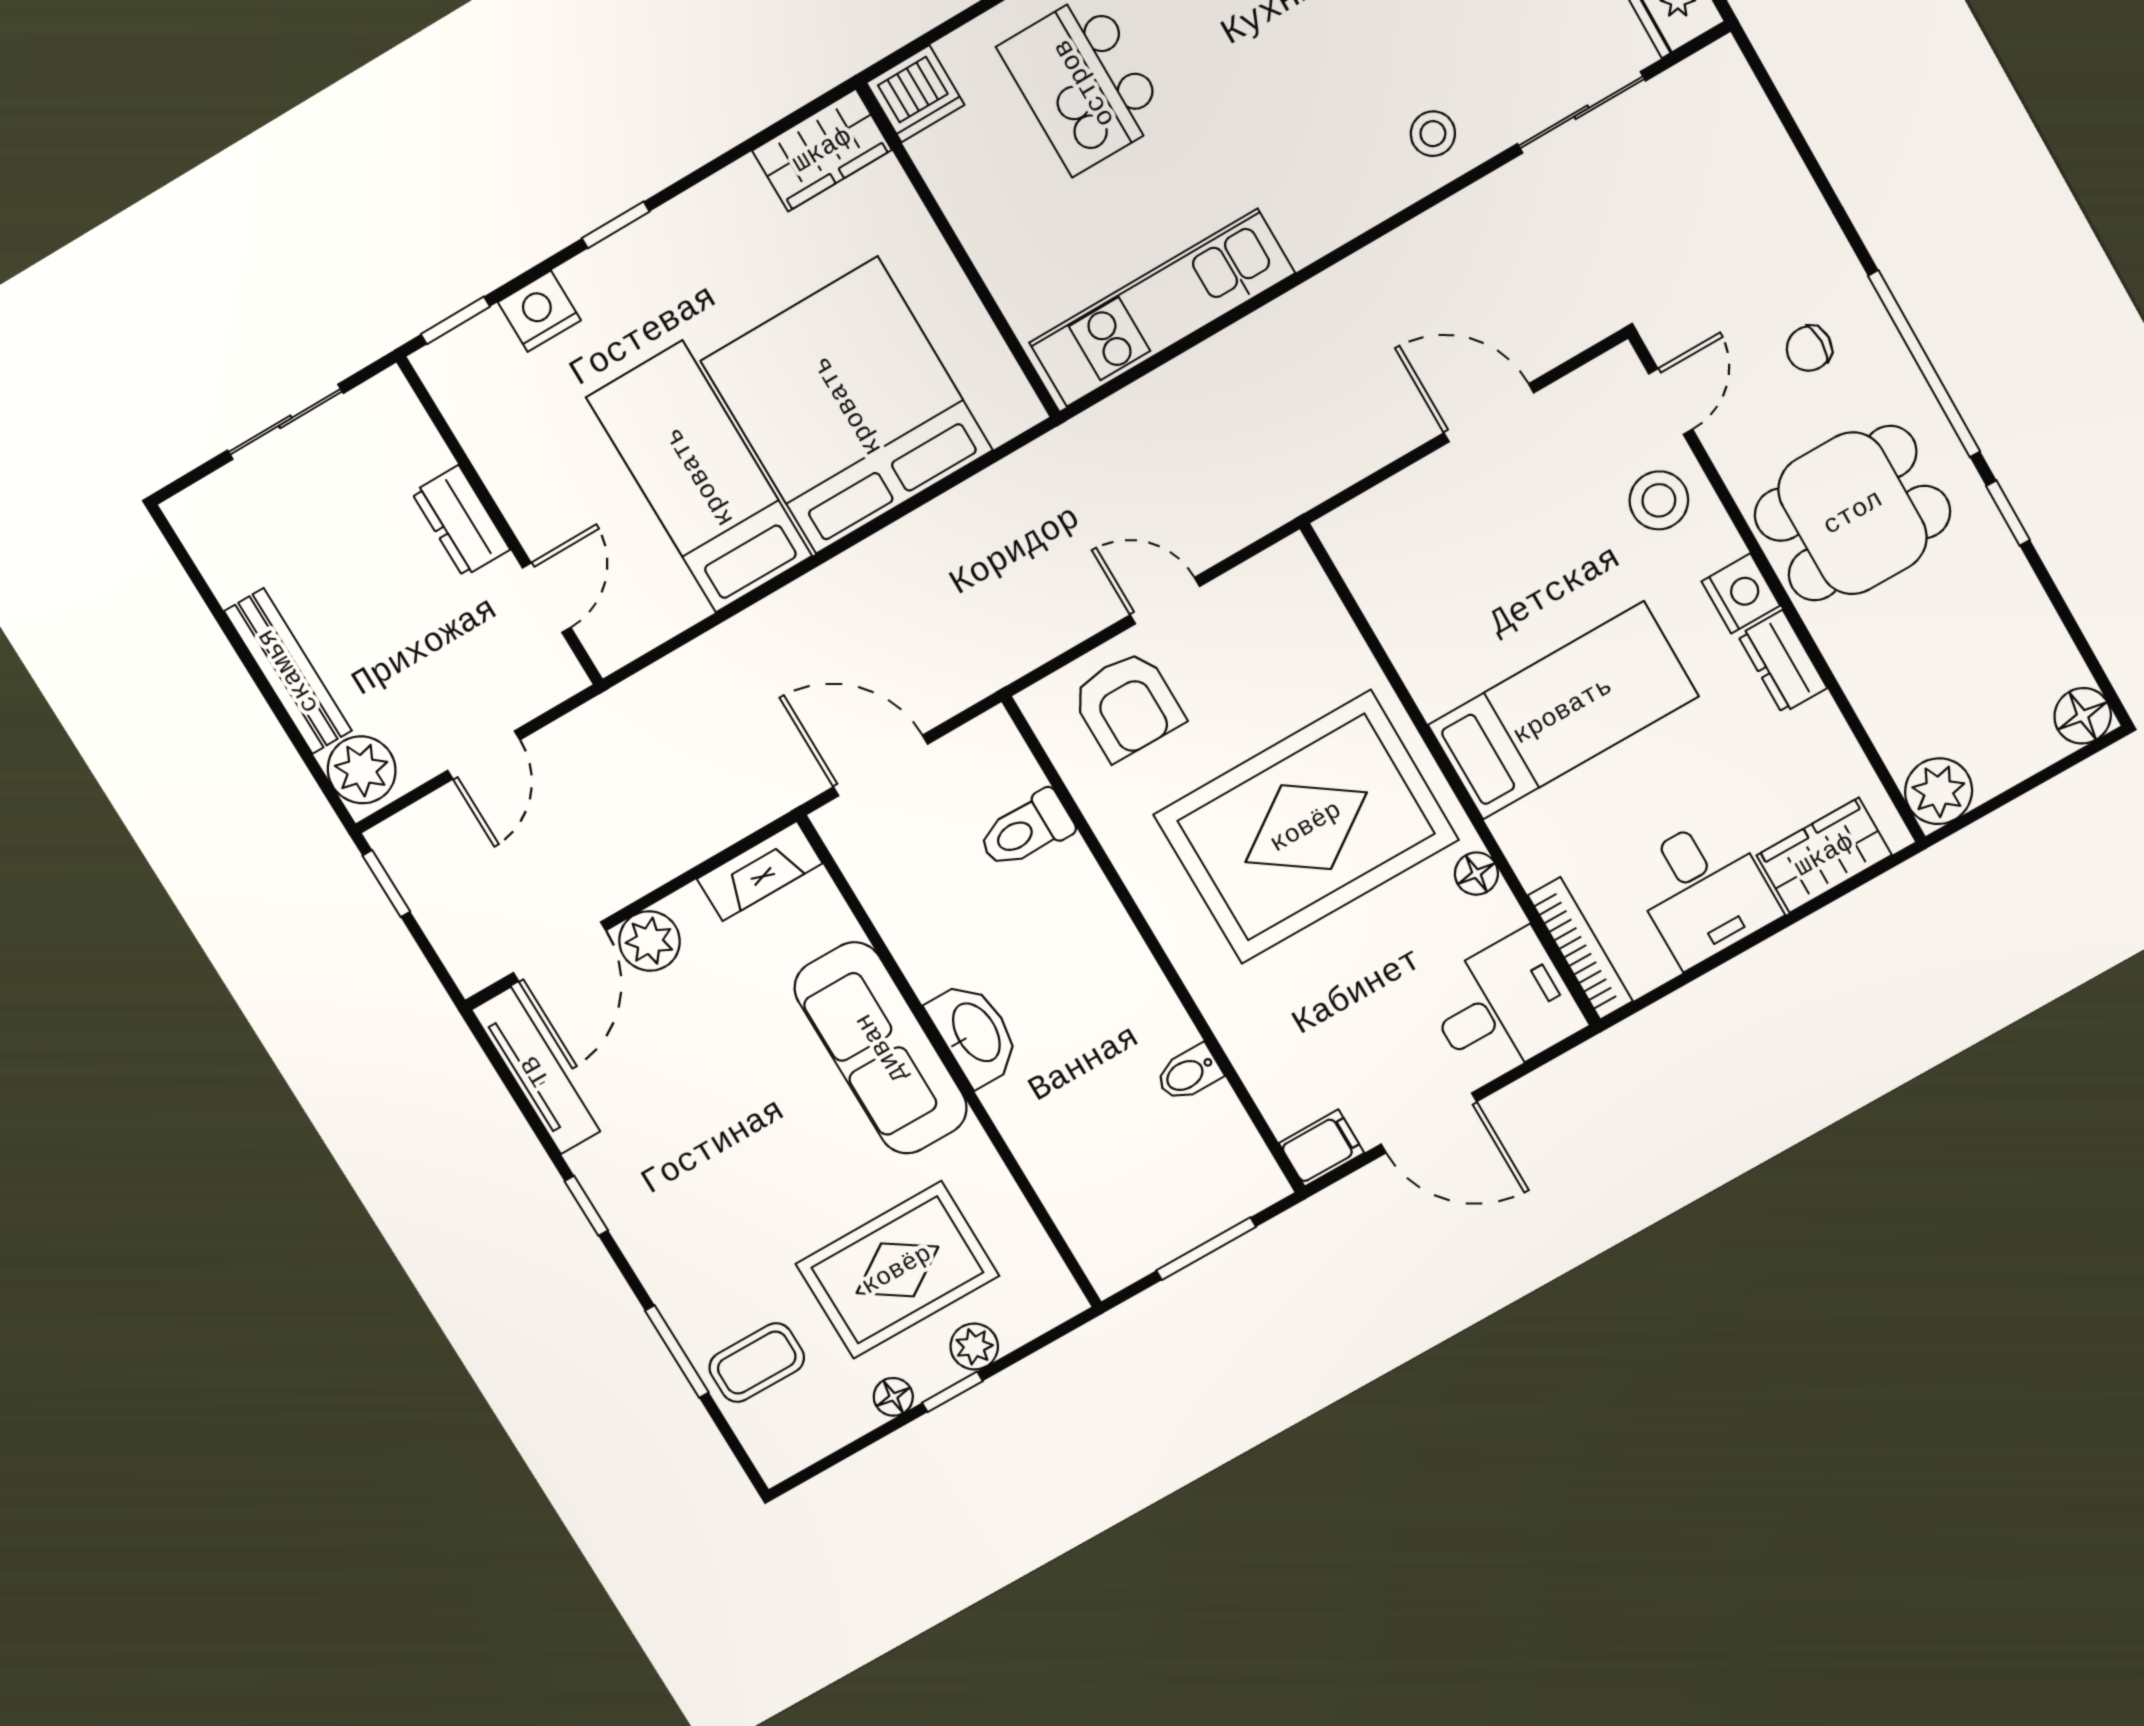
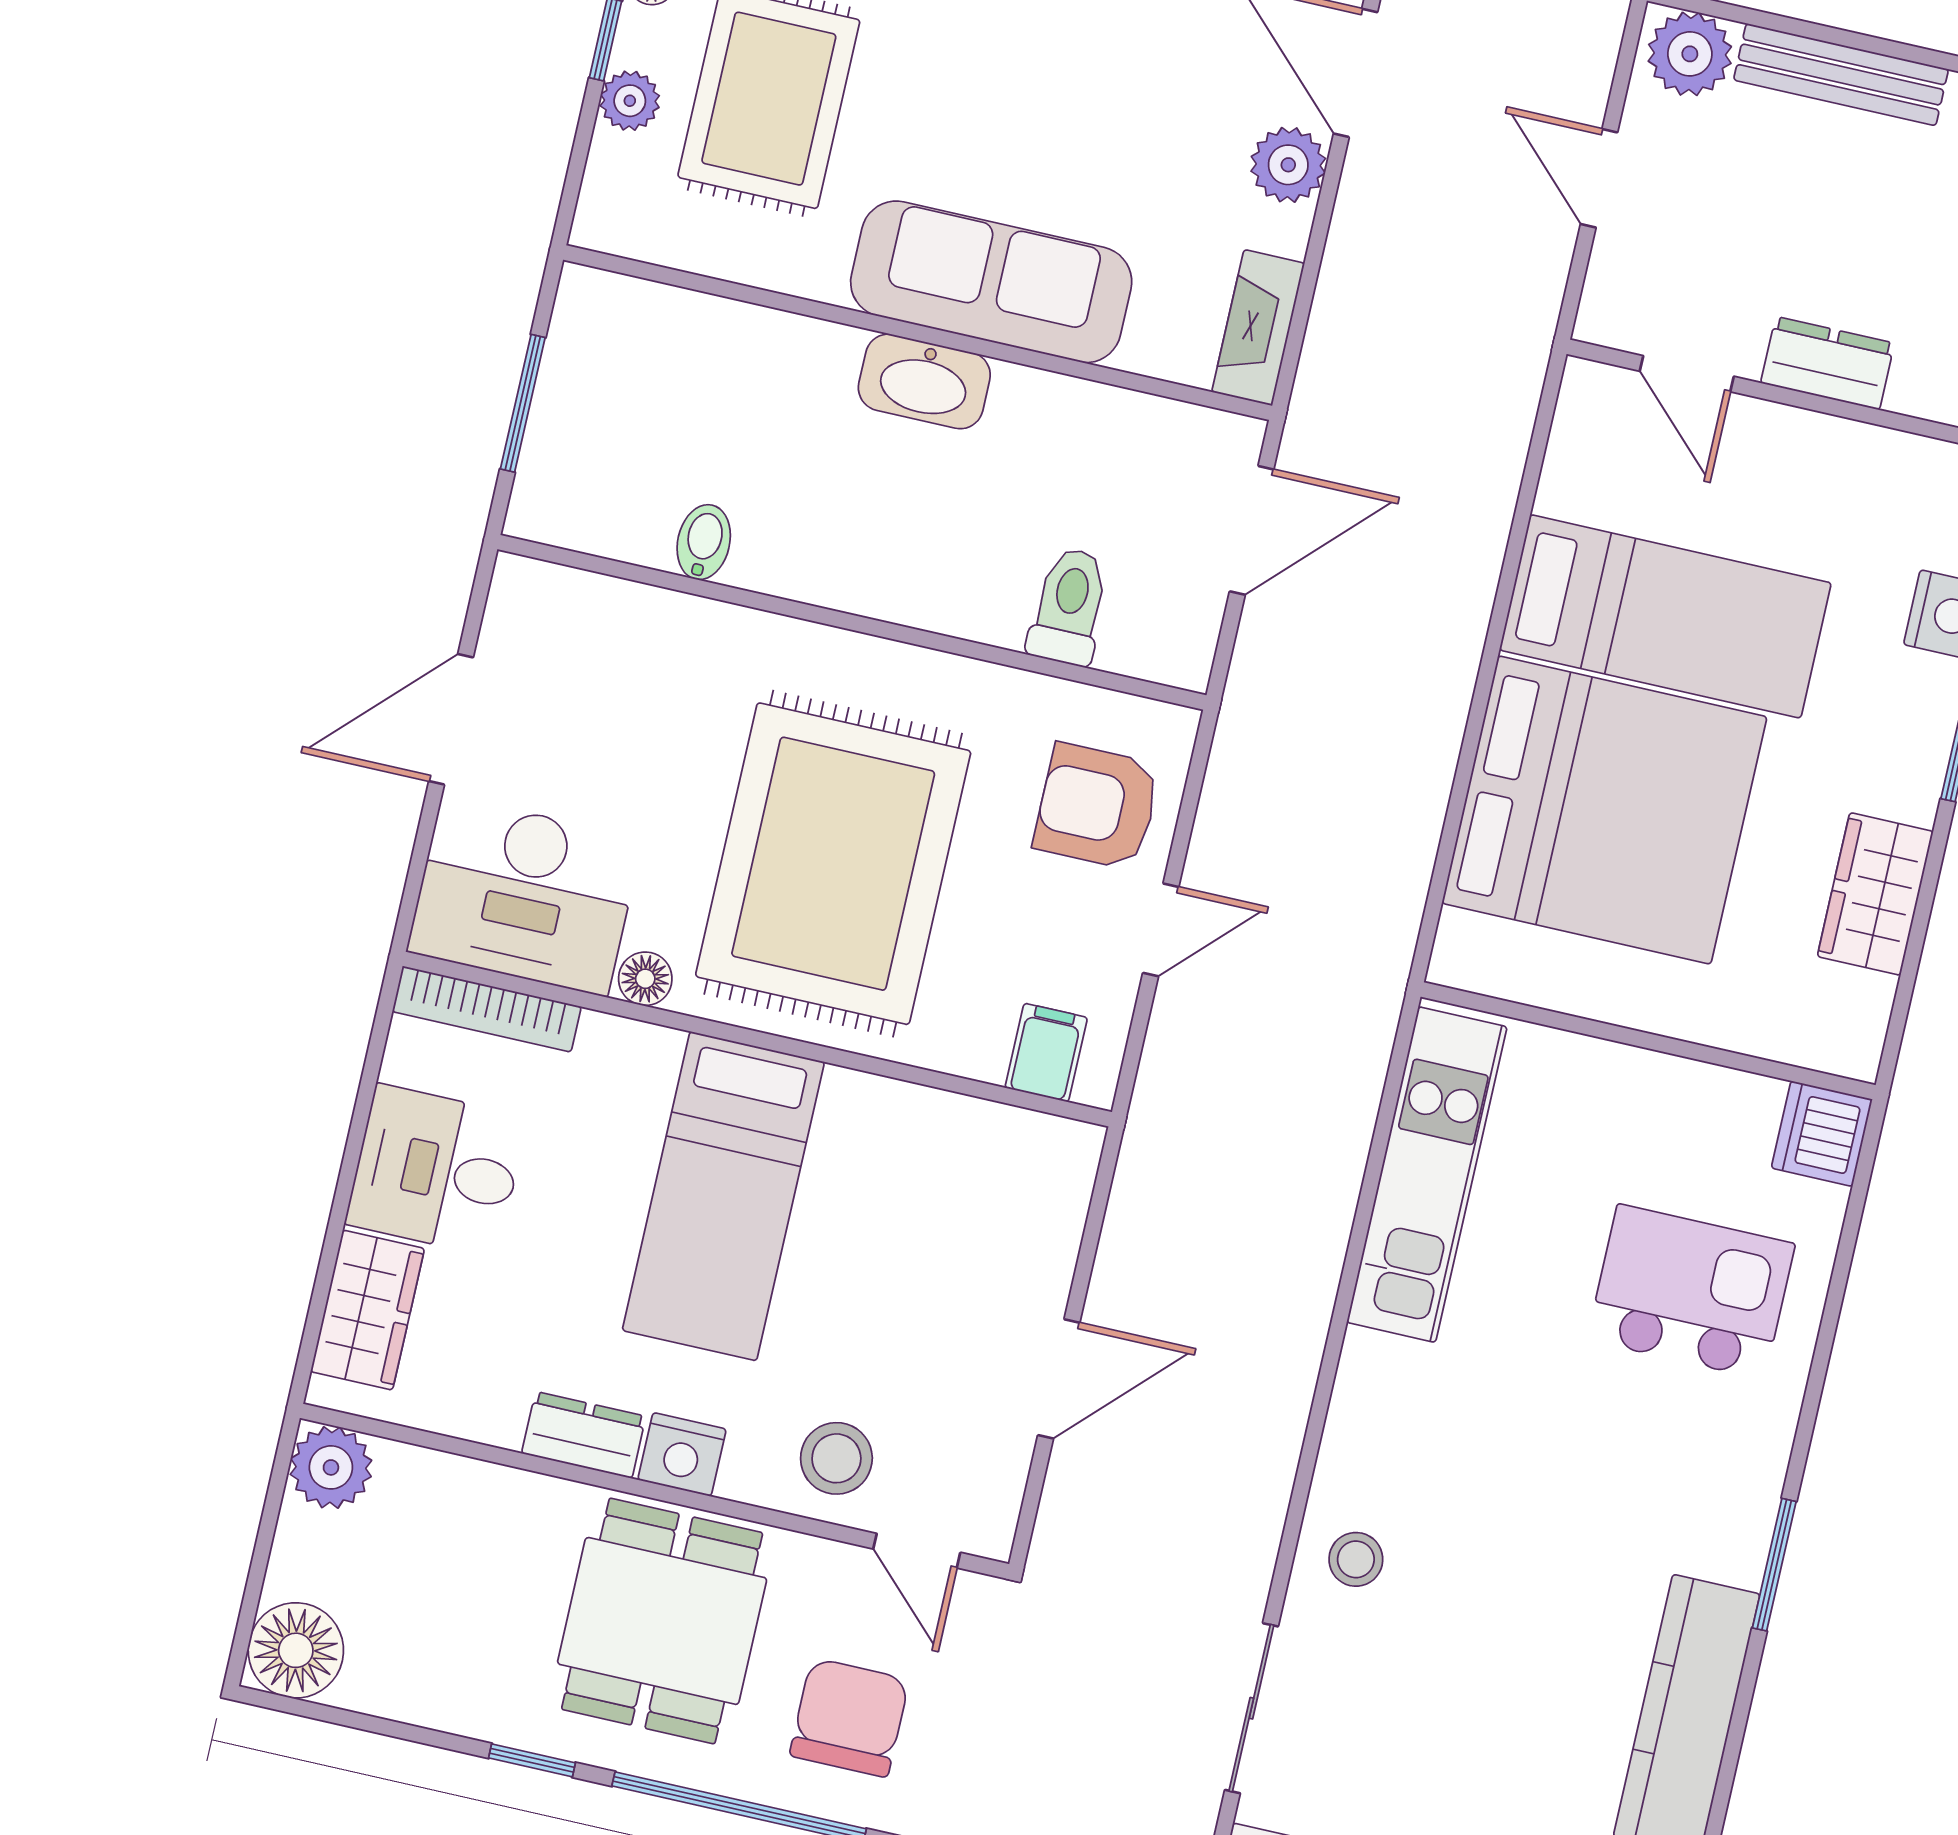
wardrobe: (822, 150) -> (1875, 894), moved
chair: (1809, 348) -> (849, 1718), width x1.87, depth x1.87
floor lamp: (2083, 716) -> (296, 1650), width x1.38, depth x1.38
desk: (1504, 1006) -> (525, 895), width x1.37
filing cabinet: (1322, 1148) -> (1046, 1053), moved, turned 180

